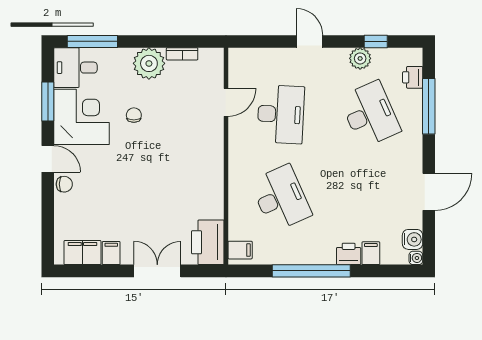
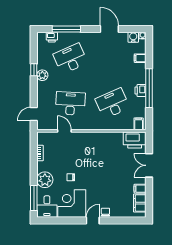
door: (309, 41) -> (34, 114), moved
window: (376, 41) -> (34, 70), moved
plant: (360, 58) -> (42, 75), moved
plant: (149, 63) -> (45, 180), moved
window: (48, 102) -> (64, 220), removed
printer: (349, 254) -> (141, 90), moved

